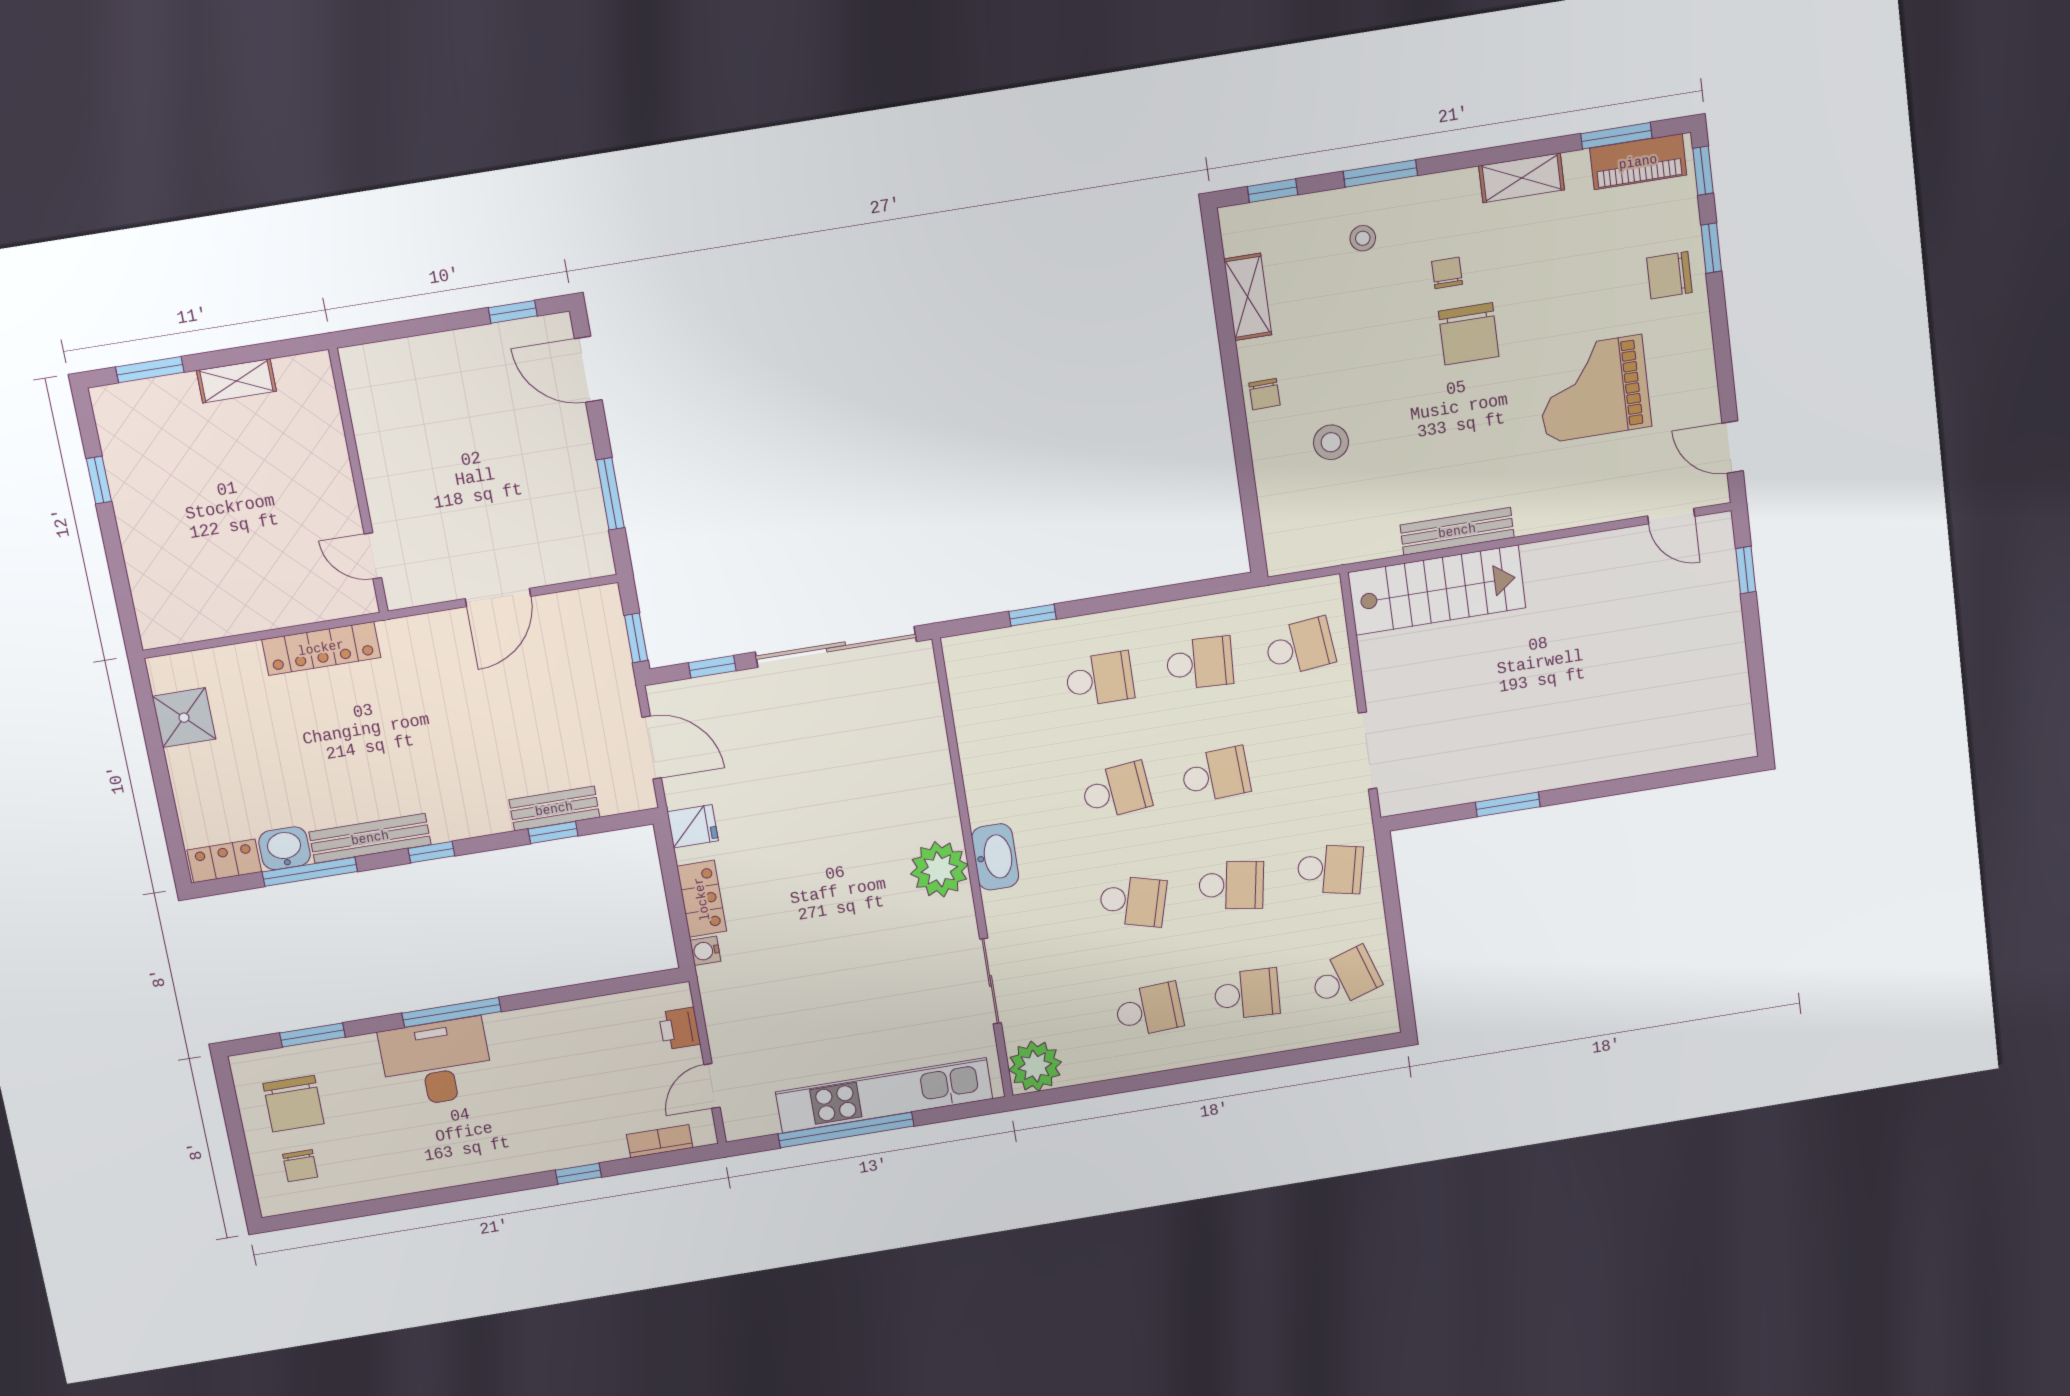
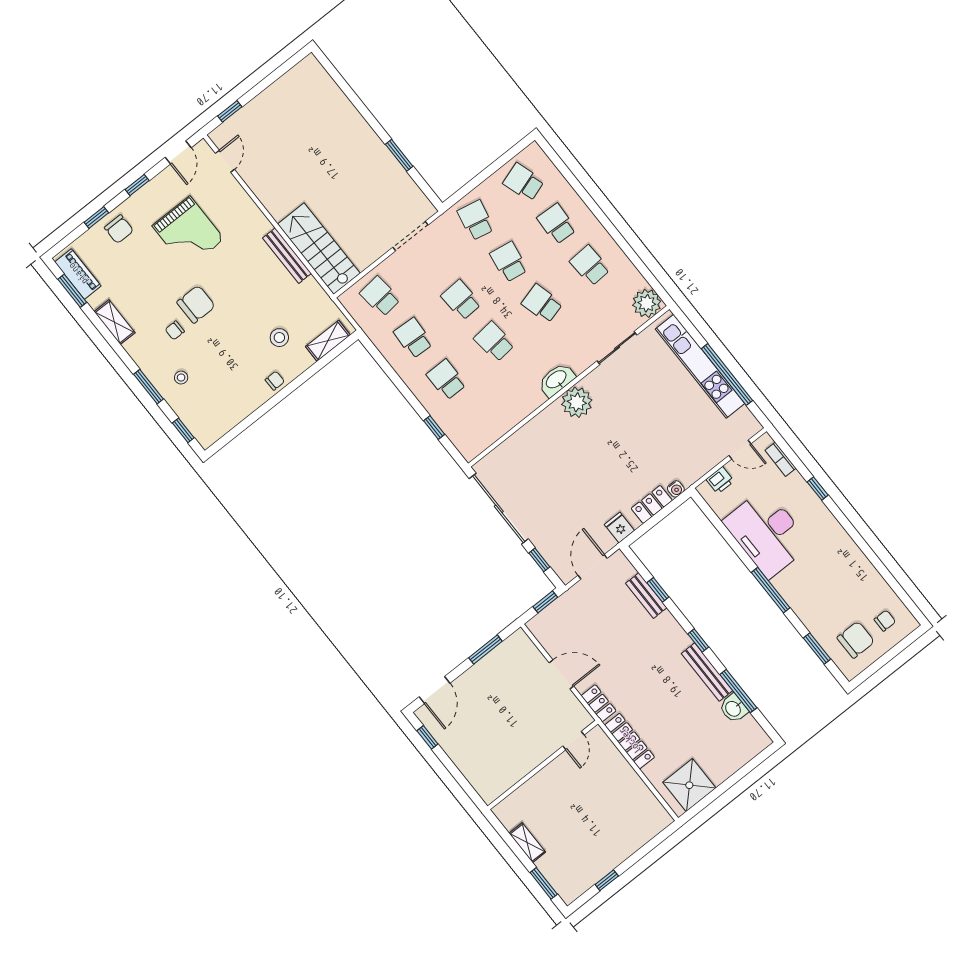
window: (1703, 171) -> (137, 185), moved
shelving: (1248, 297) -> (328, 341), moved
shower: (184, 718) -> (689, 785), width x1.36, depth x1.36
locker: (224, 861) -> (599, 703), moved, turned 180
school desk: (1133, 901) -> (542, 304), turned -30
desk: (436, 1063) -> (767, 533), moved, width x1.36, depth x1.30

